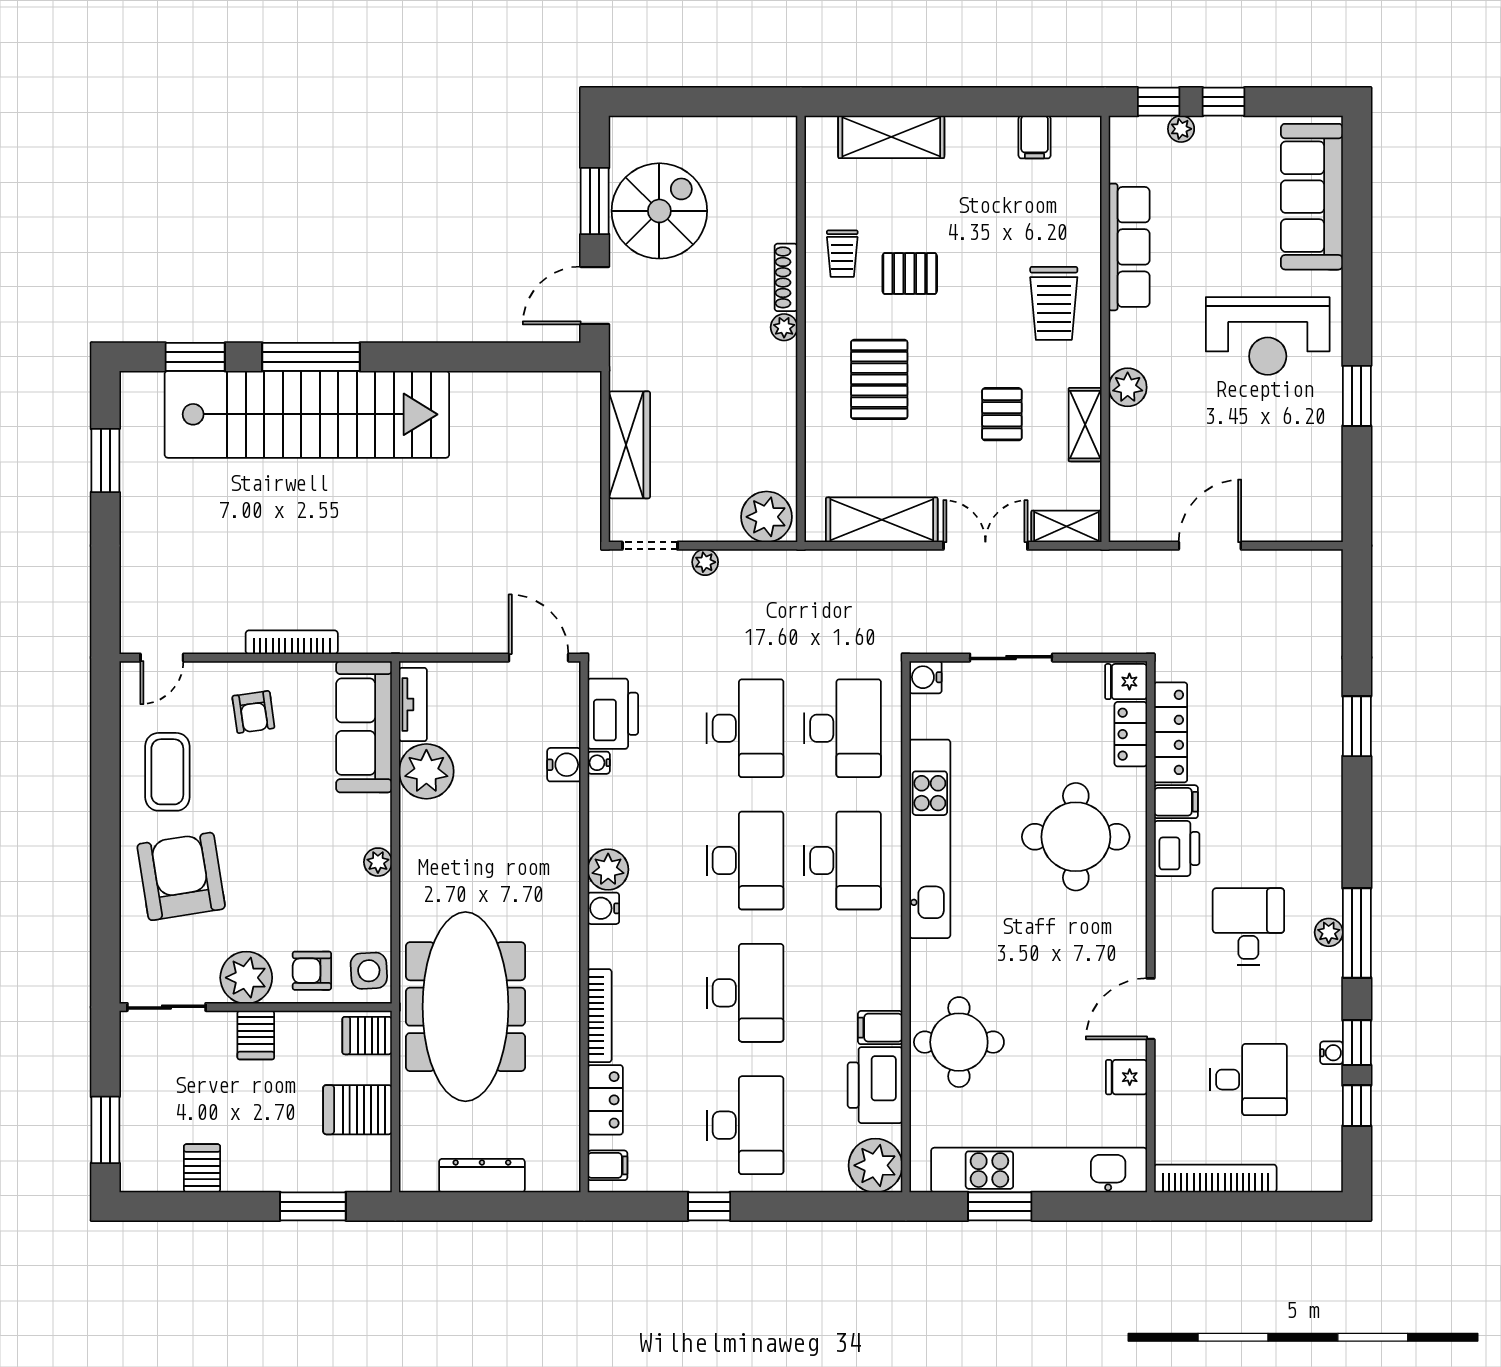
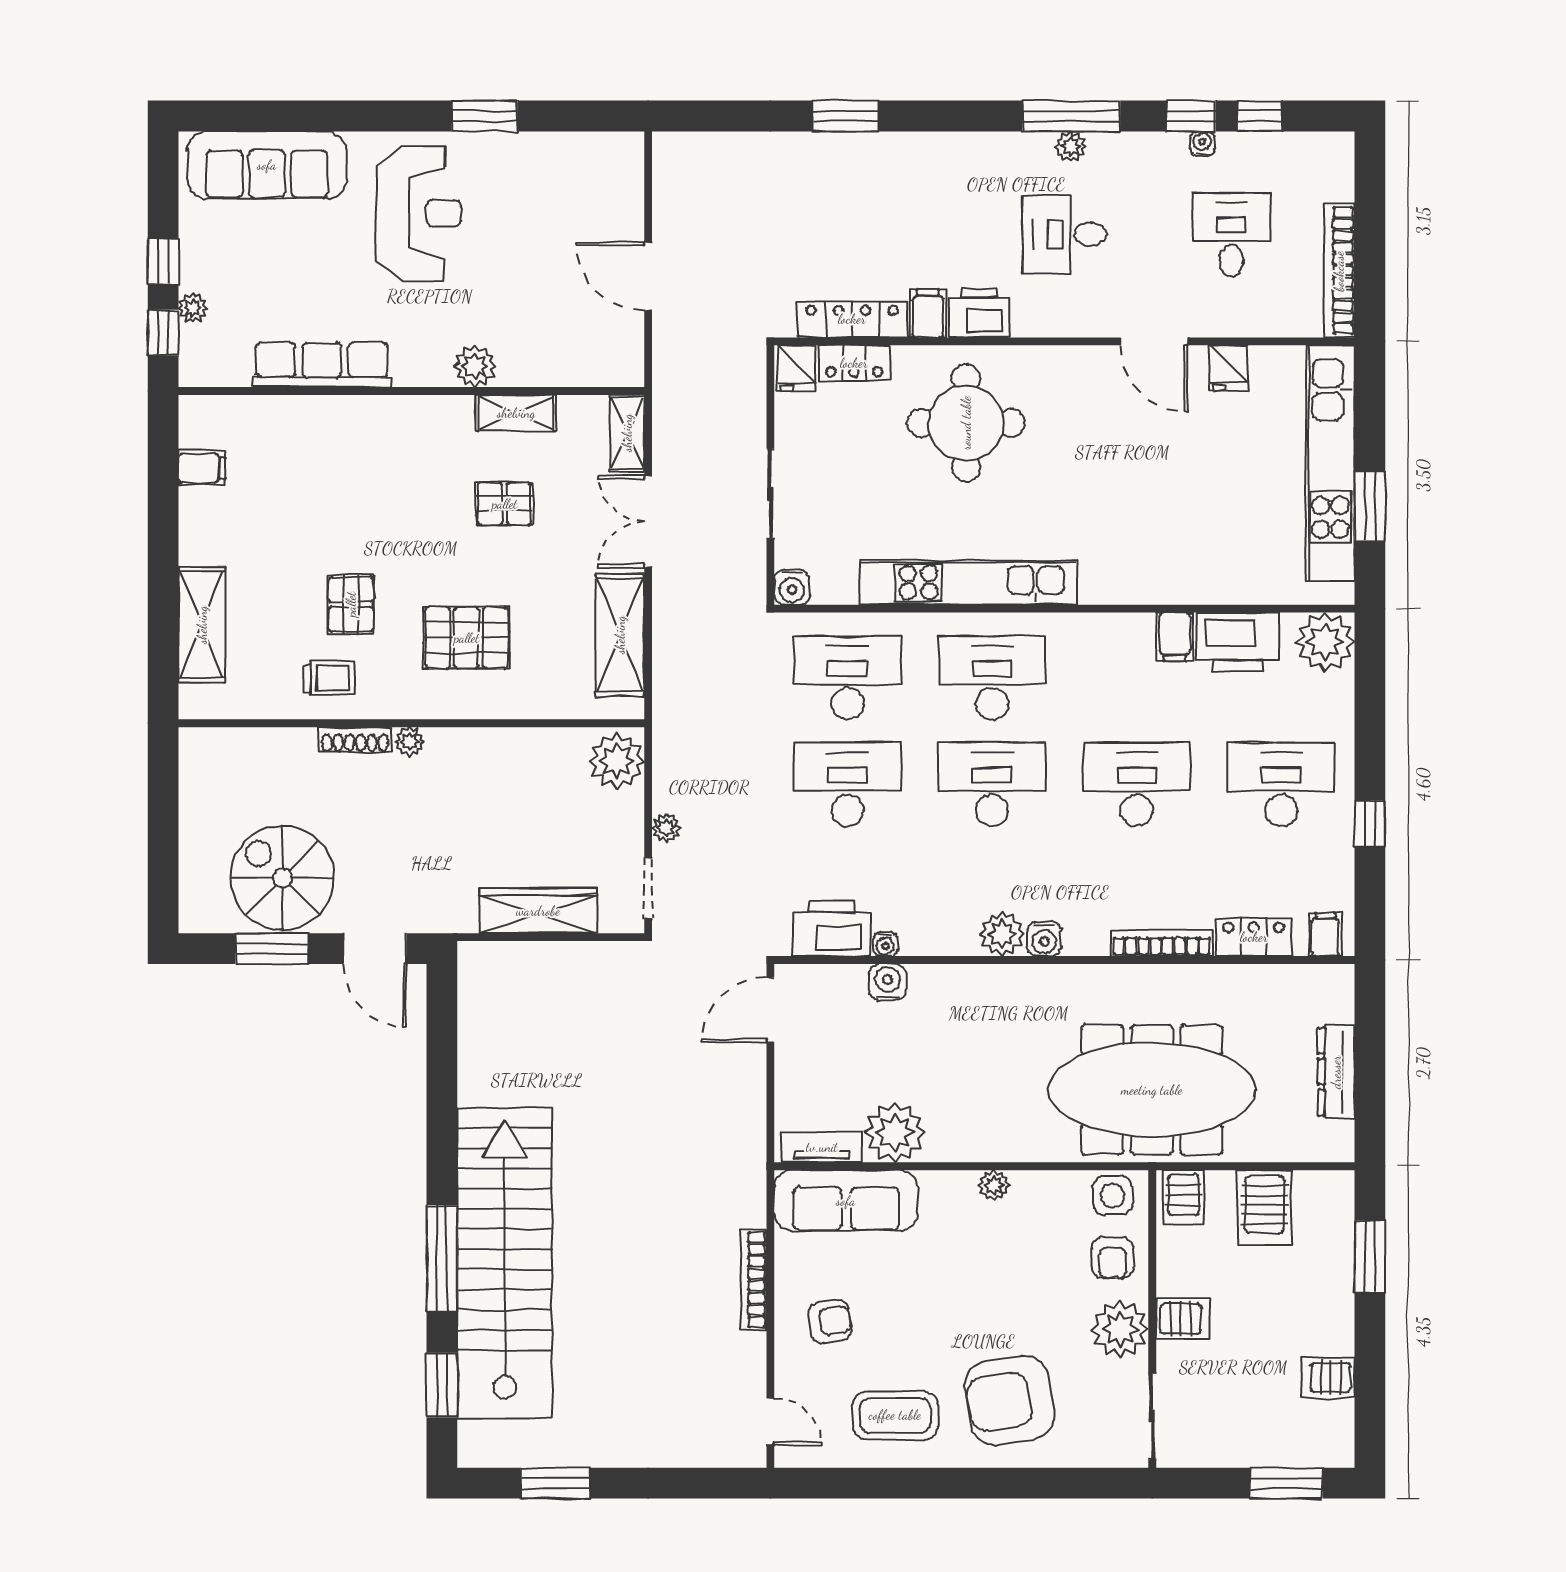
trolley: (1054, 303) -> (383, 447), removed
round table: (959, 1042) -> (1190, 551), removed

